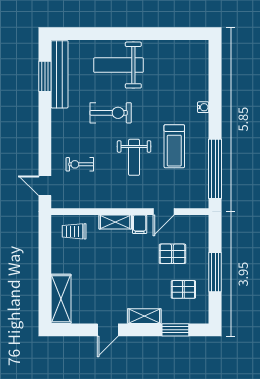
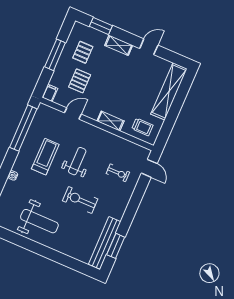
weight bench: (118, 65) -> (39, 221), moved
filing cabinet: (140, 224) -> (50, 93), moved
pallet: (172, 254) -> (80, 81), turned 90
pallet: (183, 289) -> (83, 52), turned 90
shelving: (61, 299) -> (169, 91), width x1.47

